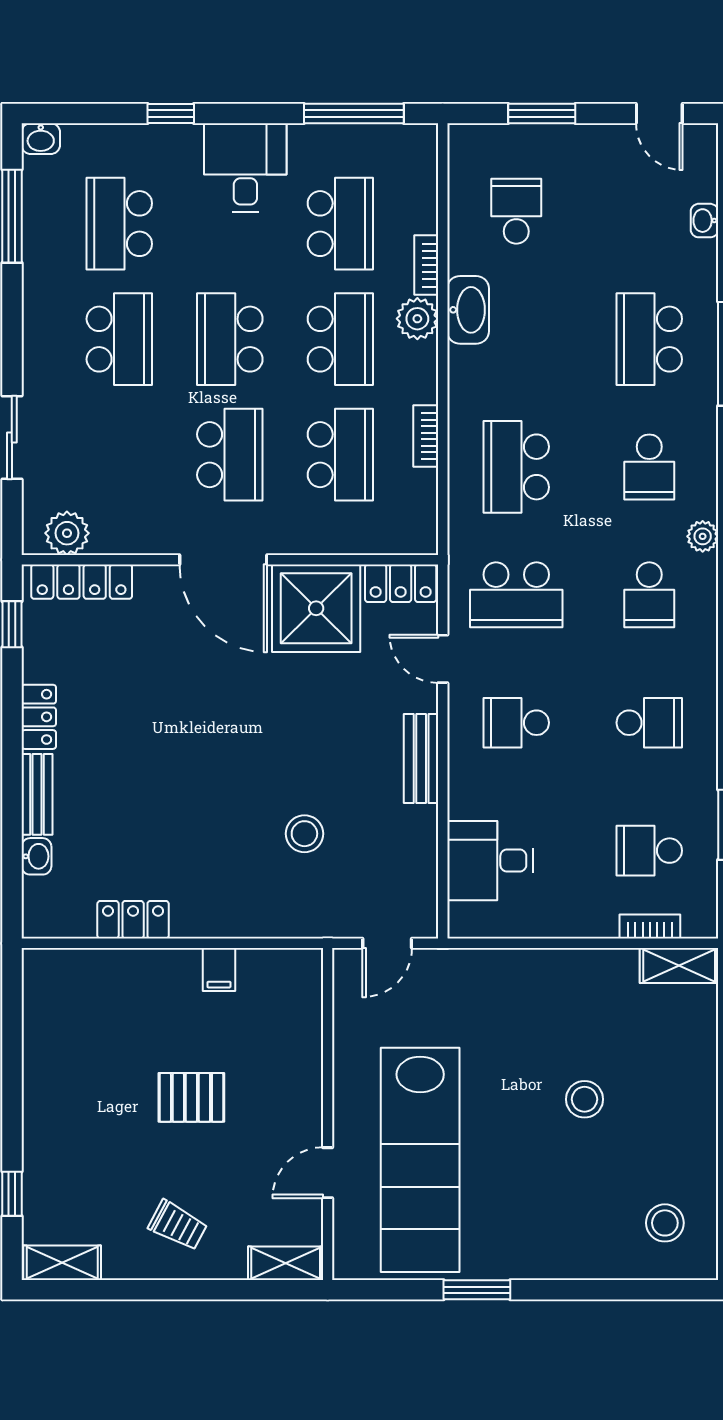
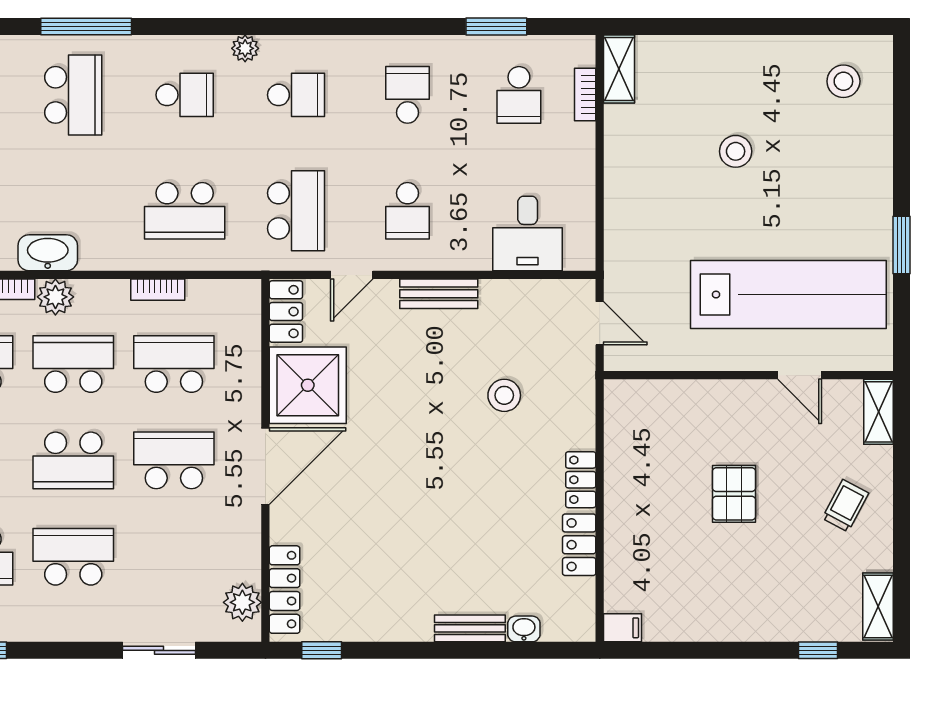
school desk: (649, 339) -> (73, 95), turned -90
locker: (39, 717) -> (581, 480), moved, turned -90
filing cabinet: (219, 969) -> (623, 628), moved

